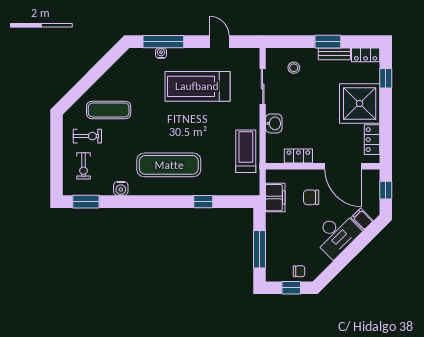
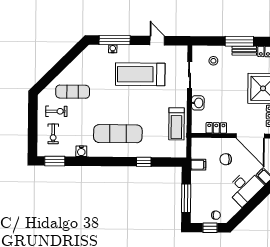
window: (328, 42) -> (239, 41), width x1.44
treadmill: (246, 151) -> (176, 124), turned 180
filing cabinet: (275, 198) -> (198, 165), width x0.50

